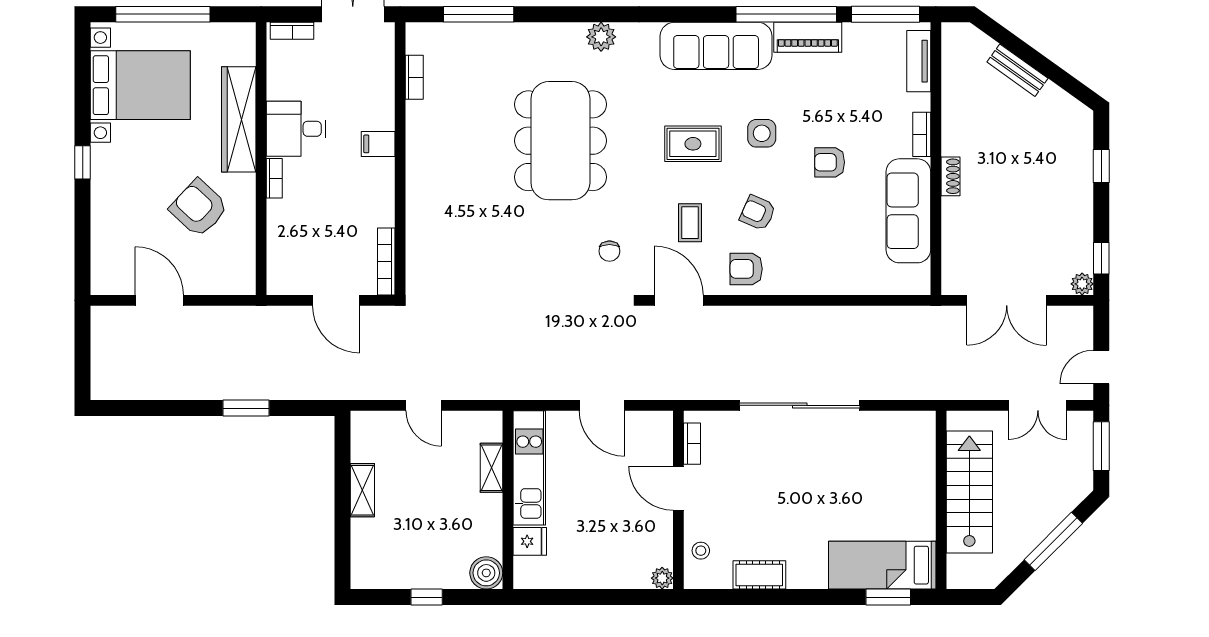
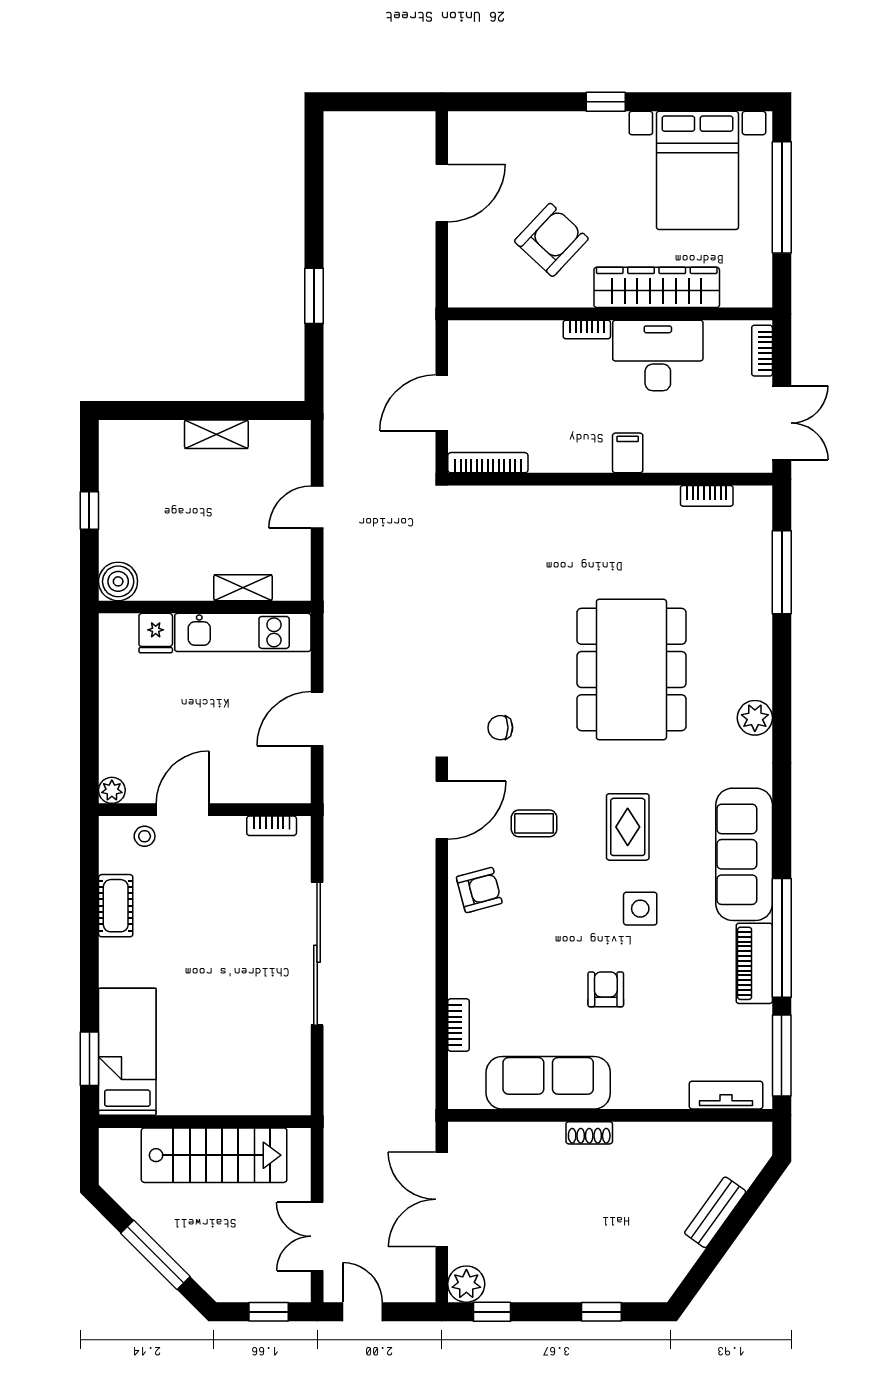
desk: (296, 129) -> (658, 355), width x1.37
bookcase: (922, 134) -> (459, 1025), moved, turned 90
dining table: (560, 141) -> (631, 669), turned 90
armchair: (758, 213) -> (546, 904), removed
armchair: (746, 269) -> (479, 890), turned 75
plant: (1082, 284) -> (466, 1284), width x1.38, depth x1.38
window: (1101, 446) -> (269, 1312), width x0.67
door: (678, 488) -> (183, 810), moved

